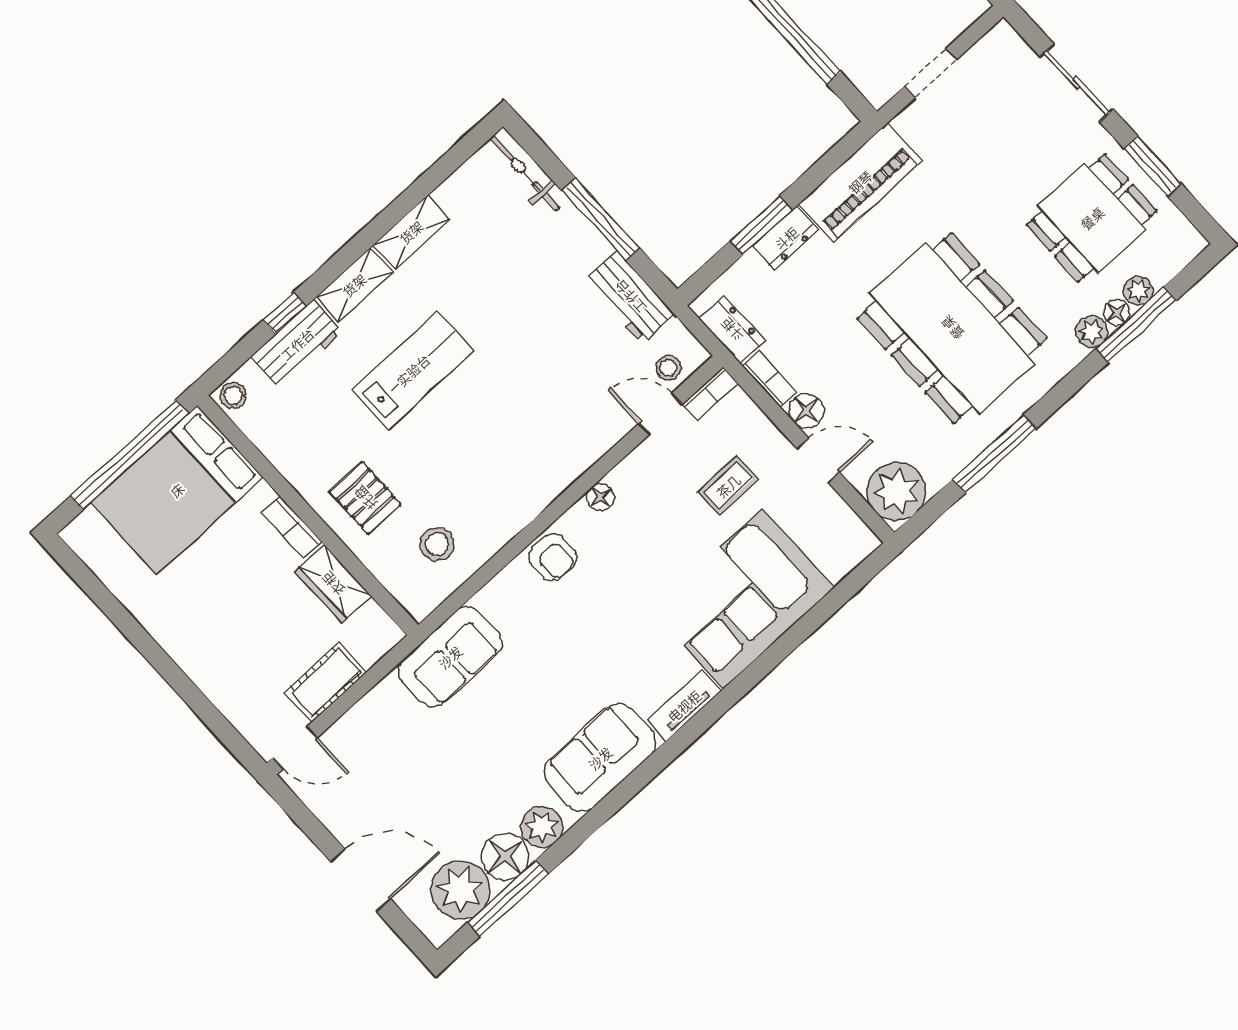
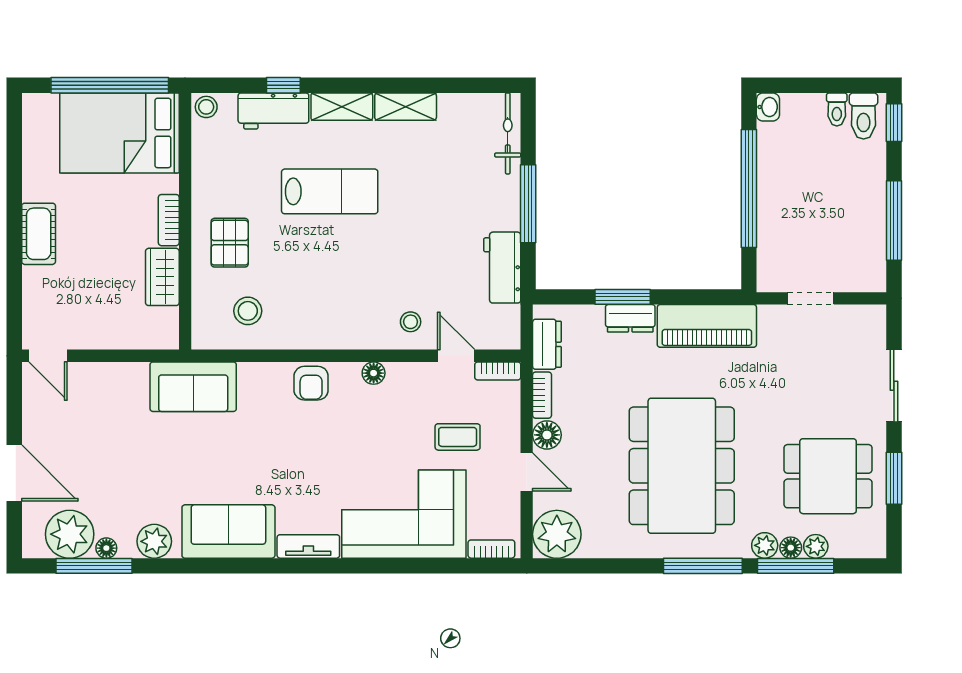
stool: (668, 368) -> (411, 322), moved
window: (994, 454) -> (703, 566), moved
bookcase: (850, 558) -> (491, 549), added
cot: (326, 682) -> (39, 234), moved, turned 90
floor lamp: (505, 857) -> (106, 548), width x0.53, depth x0.53

